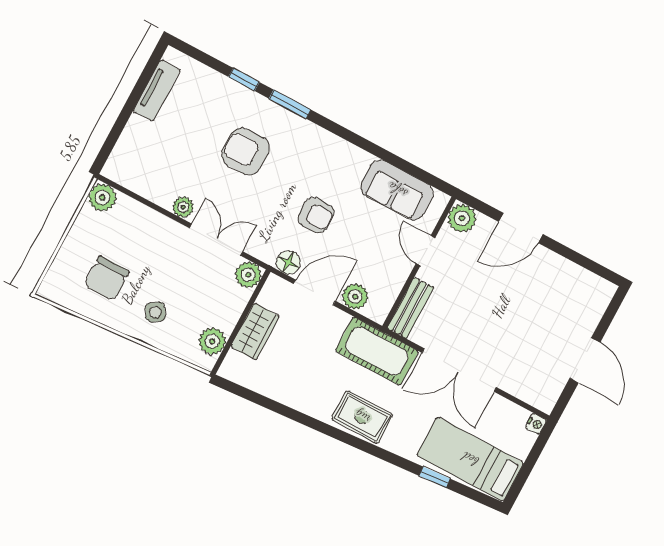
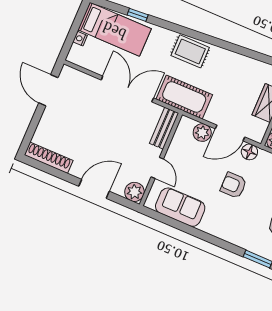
shoe rack: (583, 279) -> (49, 158), added
door: (585, 360) -> (48, 90), moved
nightstand: (536, 424) -> (80, 39), moved

